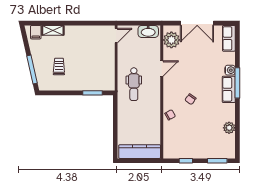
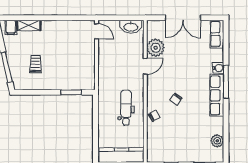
door: (116, 36) -> (97, 31), hinge flipped
plant: (171, 40) -> (156, 48), moved
dental chair: (134, 84) -> (126, 108), moved, turned 180
row of seats: (229, 89) -> (217, 95), width x1.48
plant: (229, 128) -> (217, 141), moved

